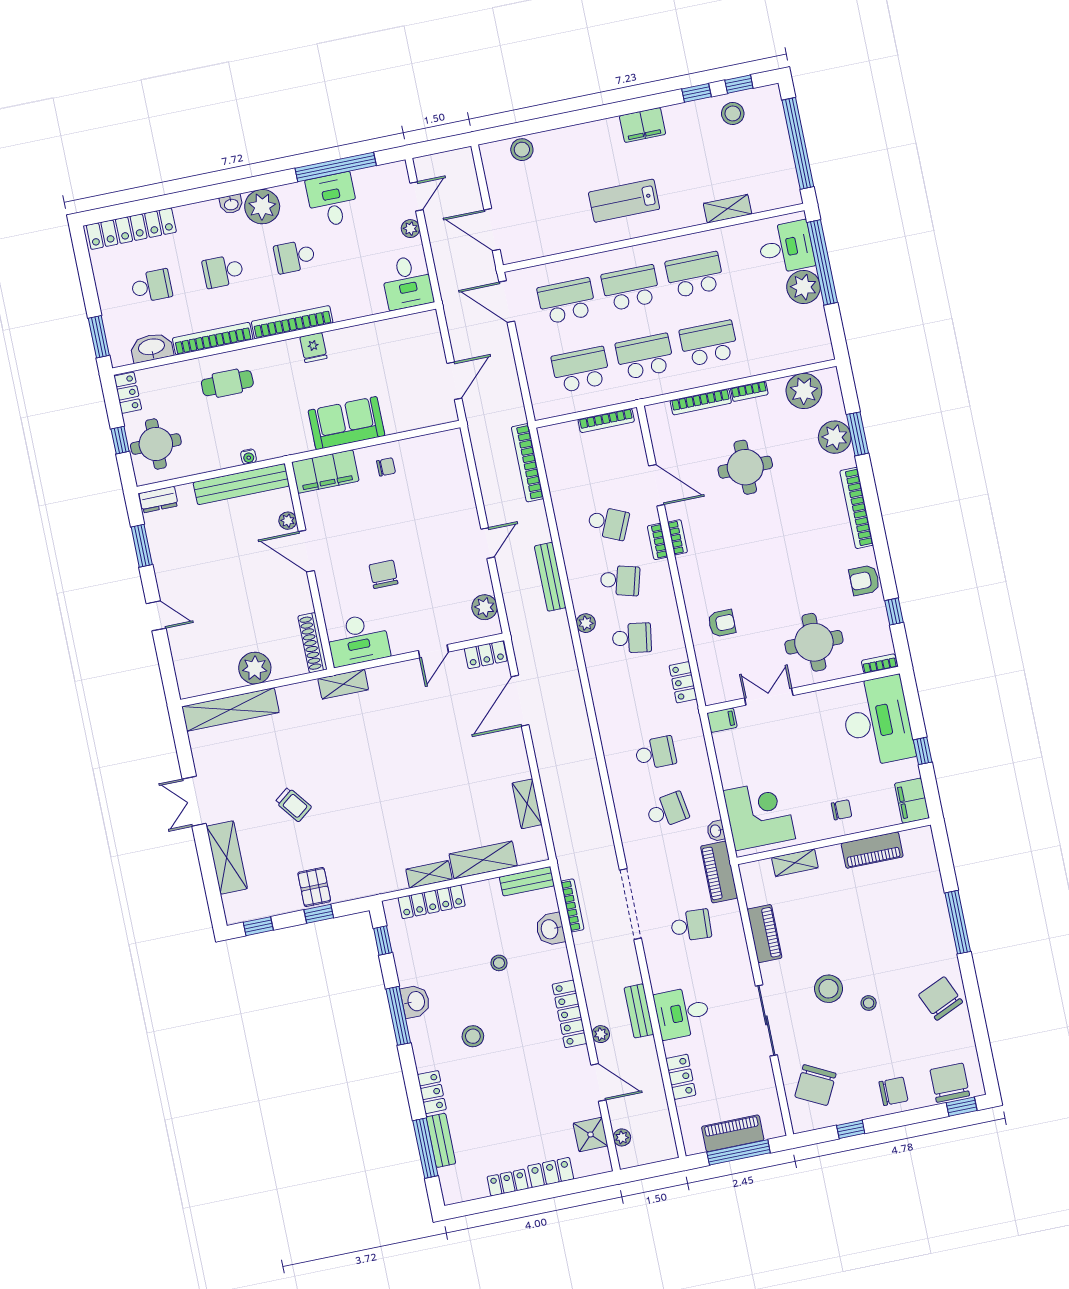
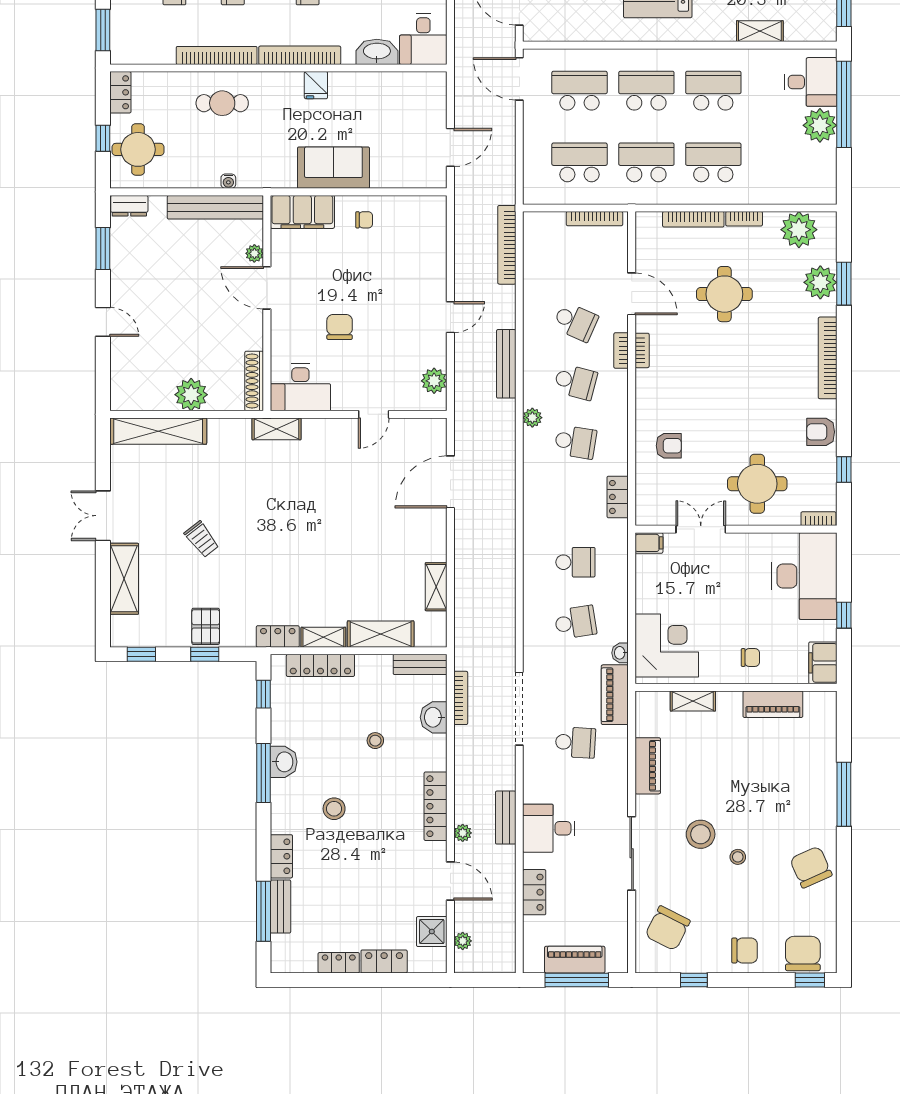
washbasin: (152, 348) -> (377, 52), moved
locker: (486, 655) -> (278, 636), moved, turned 180

